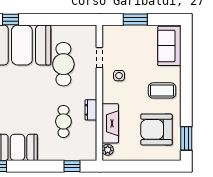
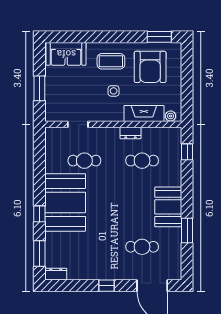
cafe table: (63, 64) -> (84, 161), width x0.73, depth x0.74
side table: (119, 76) -> (114, 91), moved
coffee table: (162, 90) -> (111, 61), turned 90

